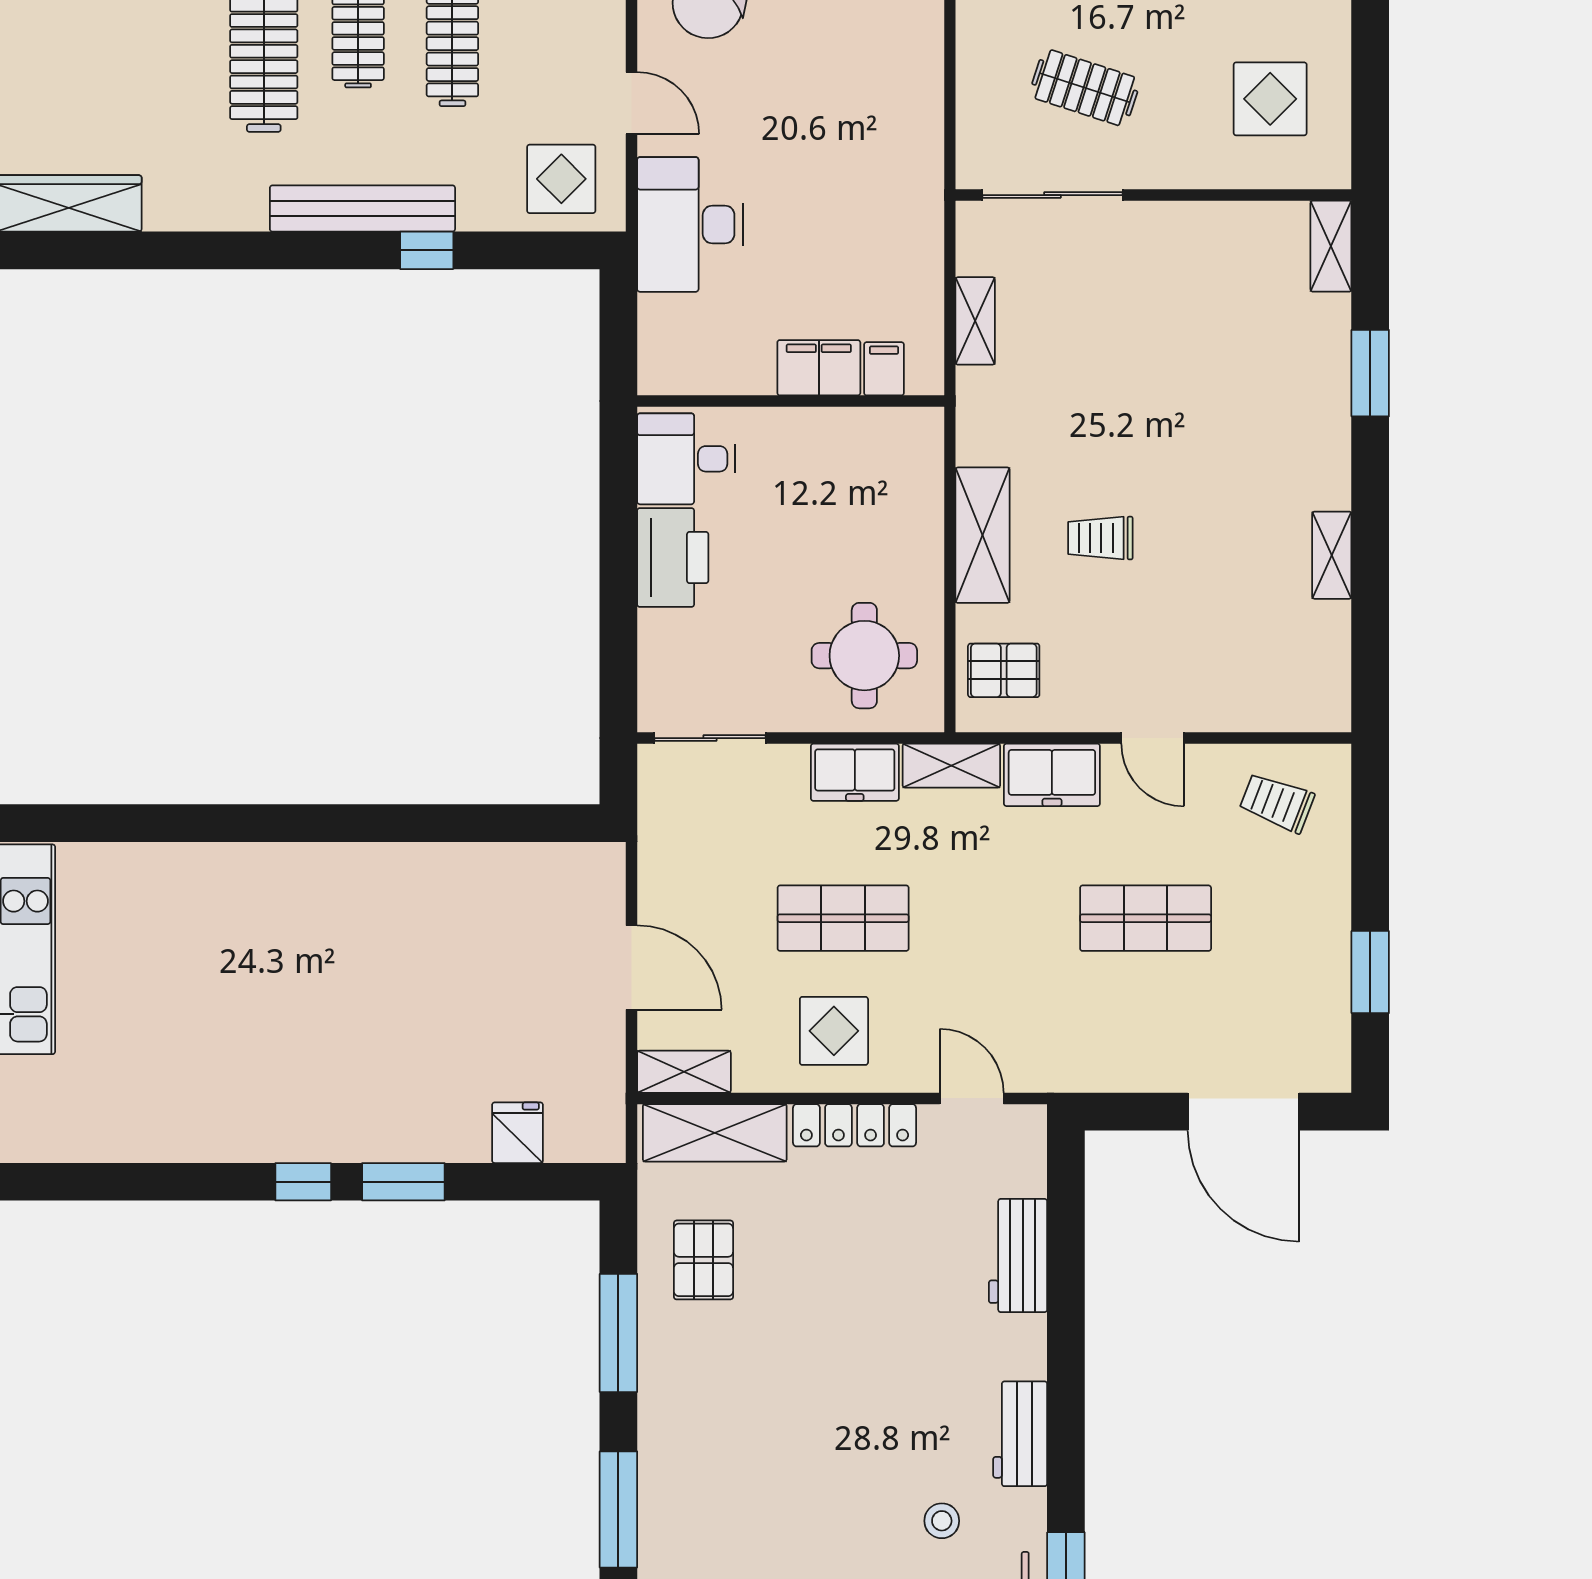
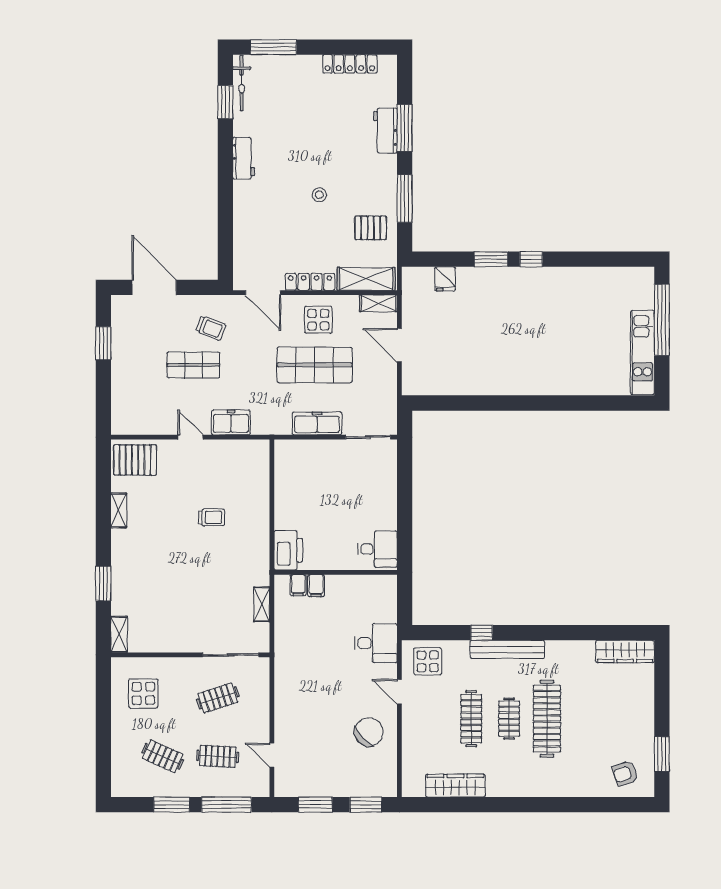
clothes rail: (1085, 88) -> (218, 698), turned -36
desk: (690, 224) -> (376, 643), width x0.73
filing cabinet: (819, 368) -> (316, 586), width x0.50
shelving: (983, 535) -> (259, 518), removed
printer: (673, 557) -> (288, 550), moved, turned 180
round table: (864, 656) -> (306, 470), removed
pallet: (1004, 670) -> (135, 460), moved, width x1.50, depth x1.42
shelving: (951, 766) -> (271, 426), removed
freezer: (855, 772) -> (317, 423), width x1.40
trolley: (1277, 803) -> (211, 328), moved
shop shelf: (843, 918) -> (315, 365), width x1.43, depth x1.36
door: (972, 1098) -> (263, 293), width x1.38
workbench: (1018, 1256) -> (385, 131), moved, turned 180
pallet: (703, 1260) -> (371, 228), turned 90
stool: (942, 1521) -> (319, 195), moved

